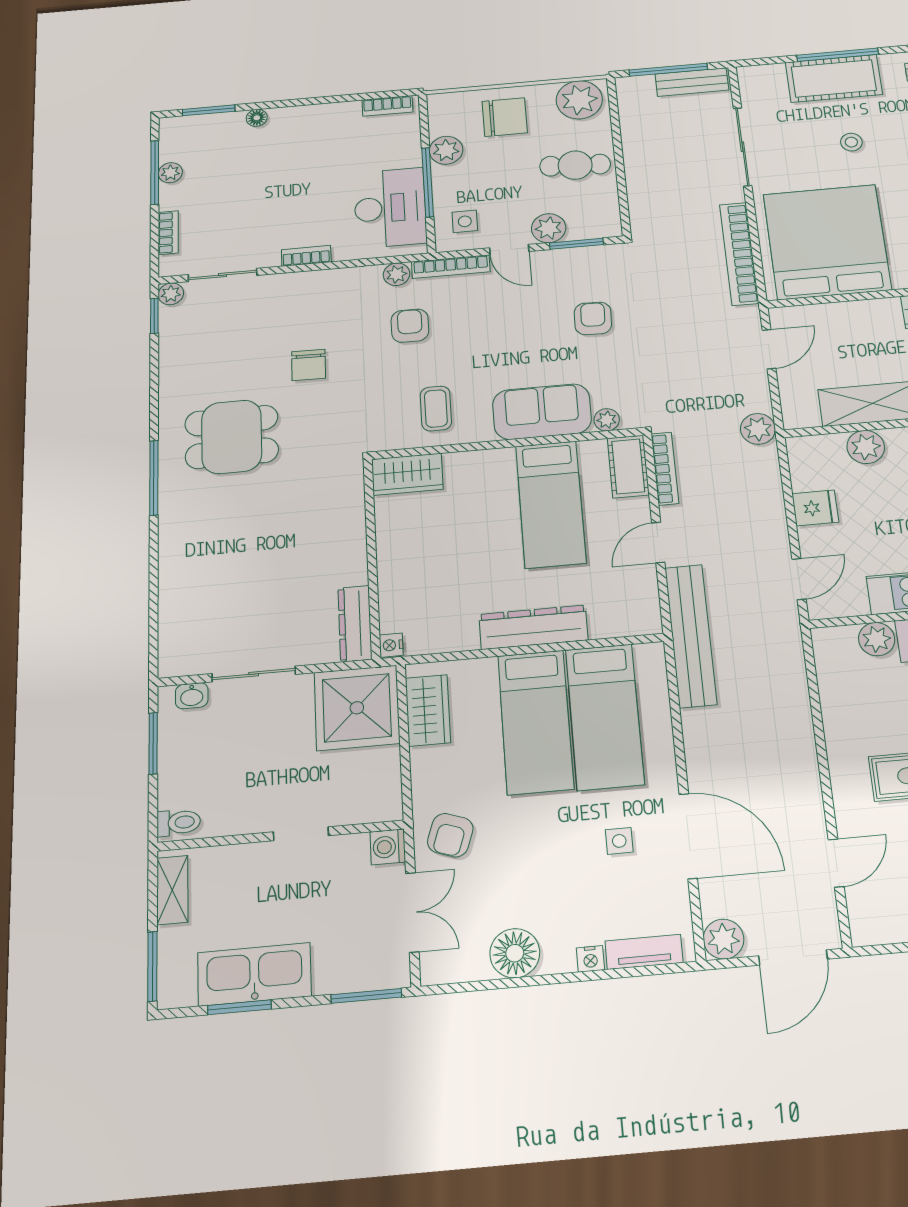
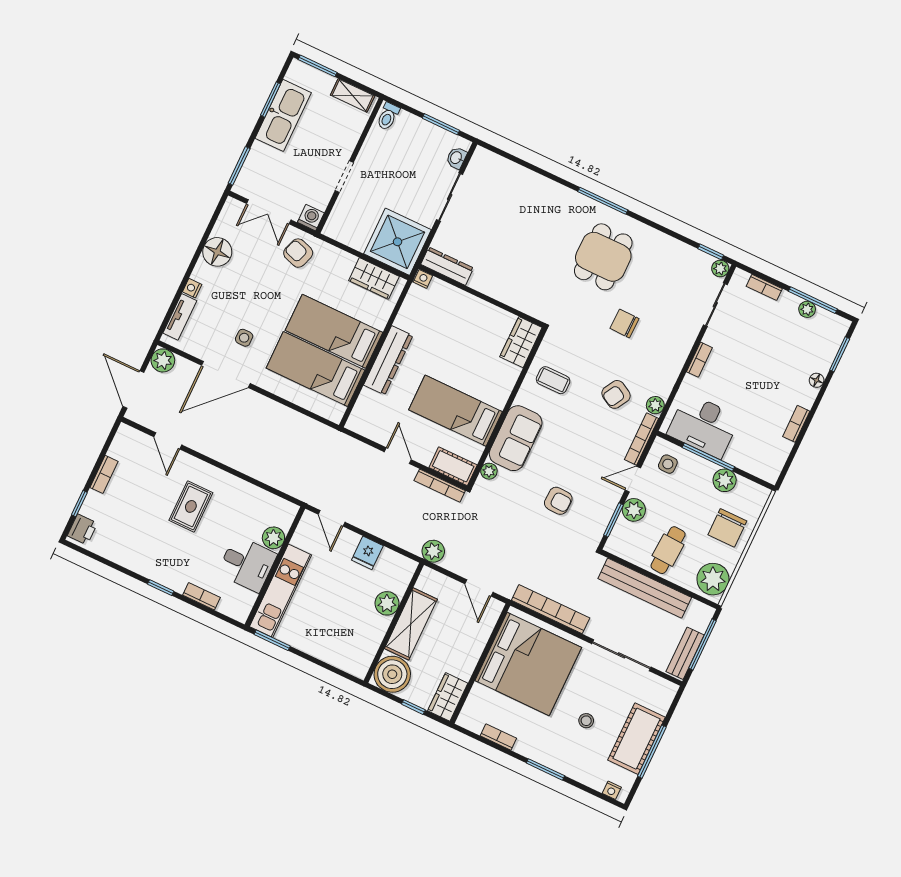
bookcase: (387, 106) -> (796, 424), moved
armchair: (410, 326) -> (616, 394), turned 120
bench: (691, 636) -> (645, 588), moved

